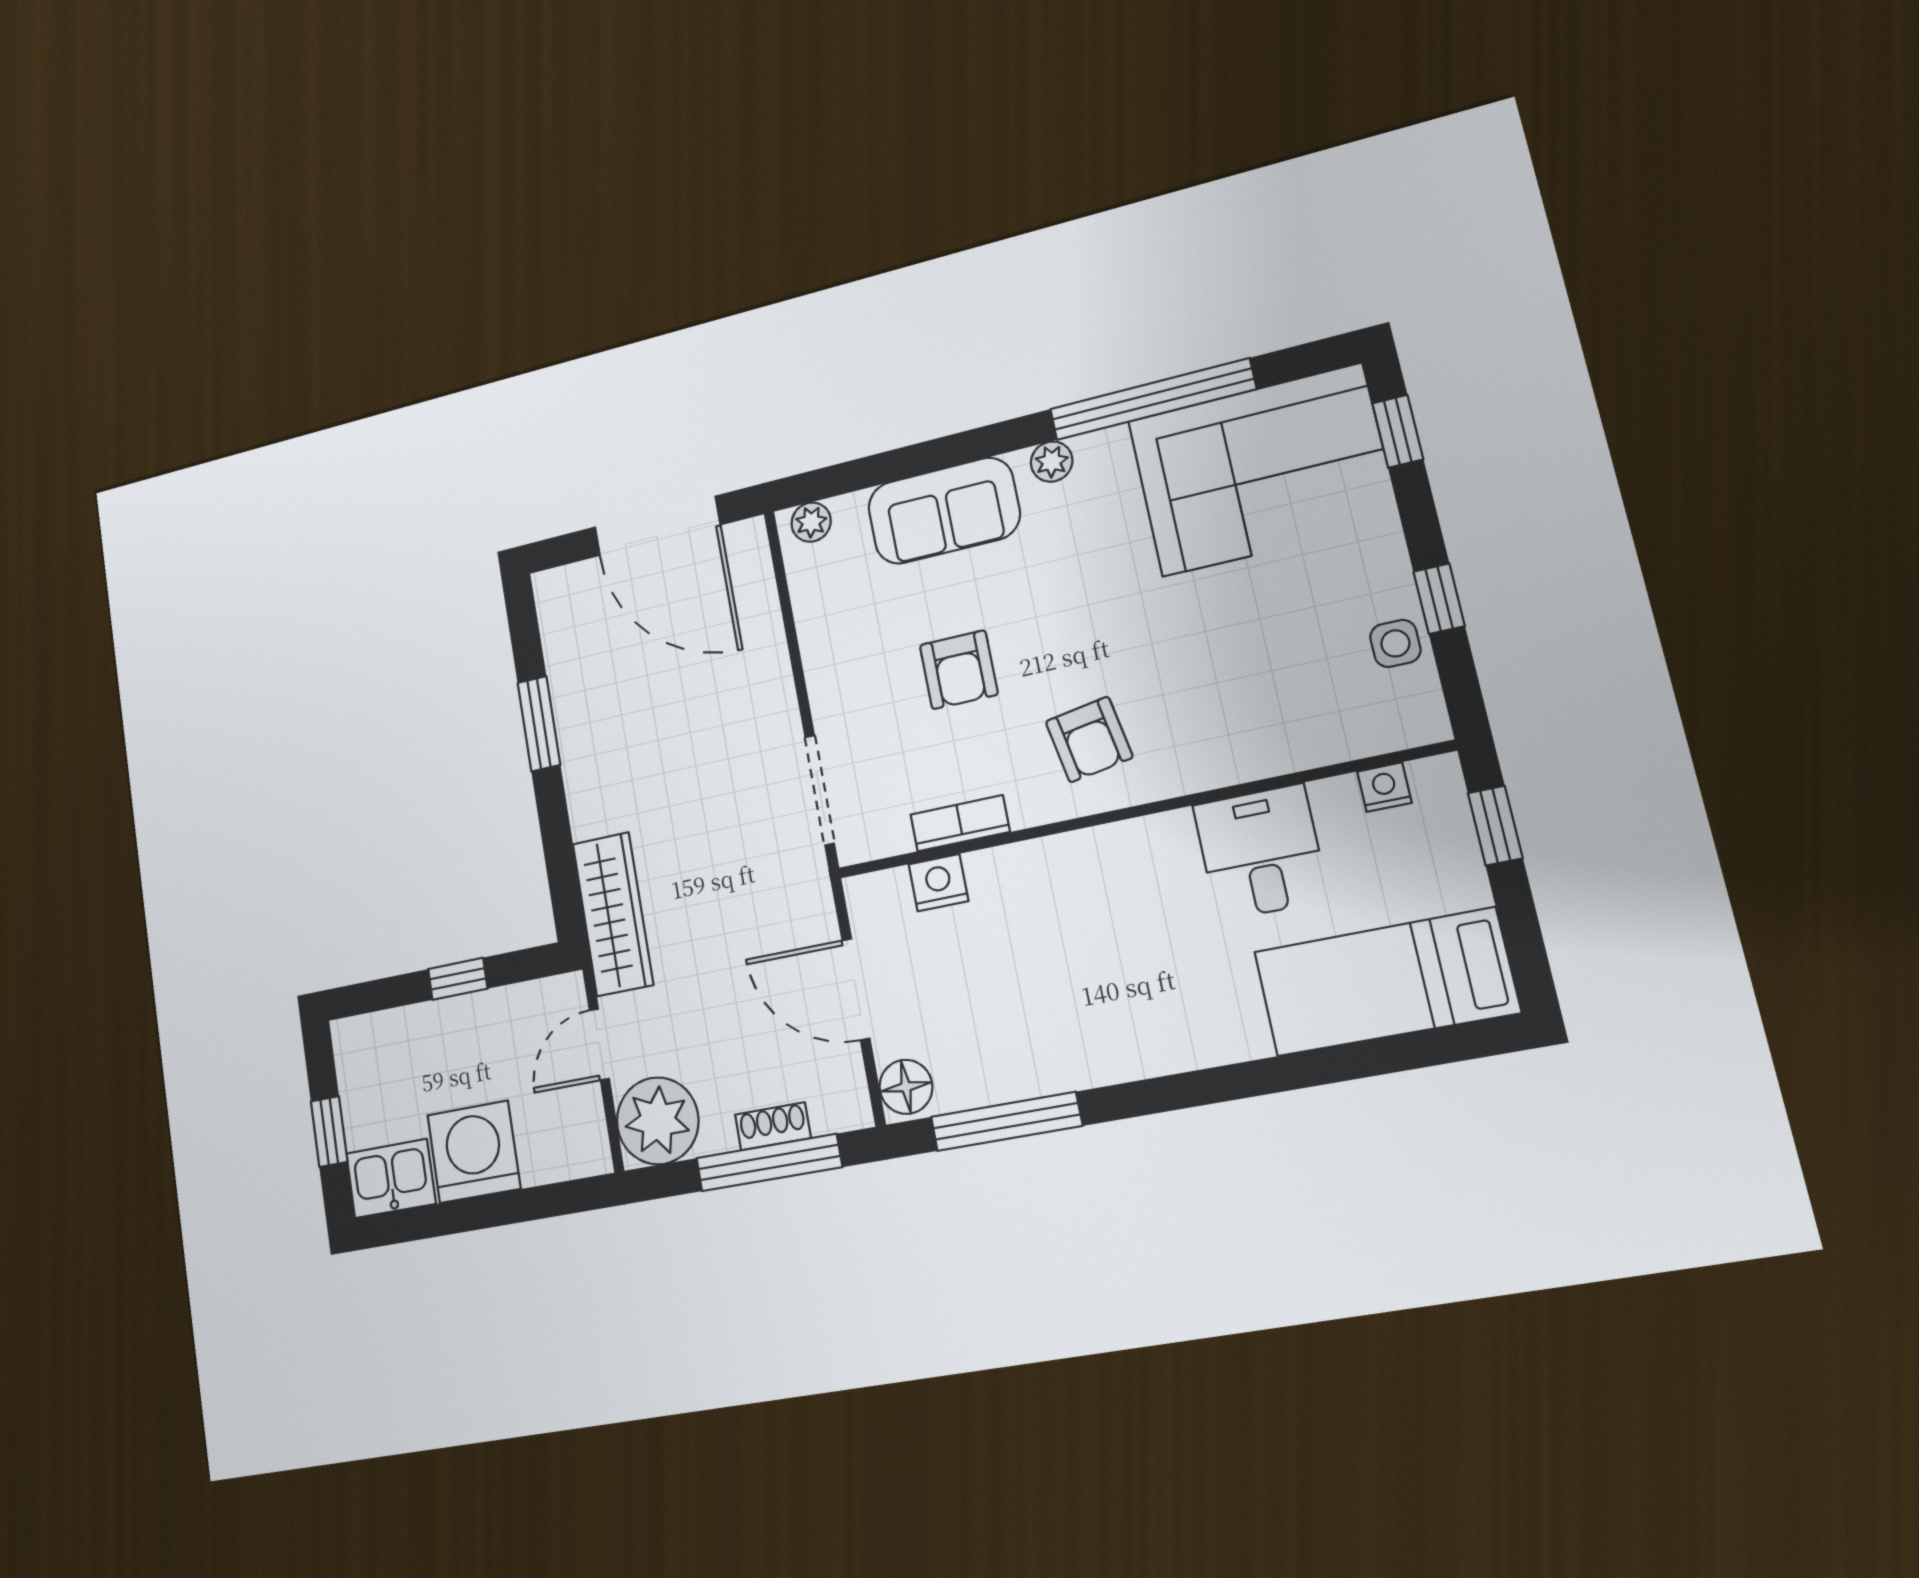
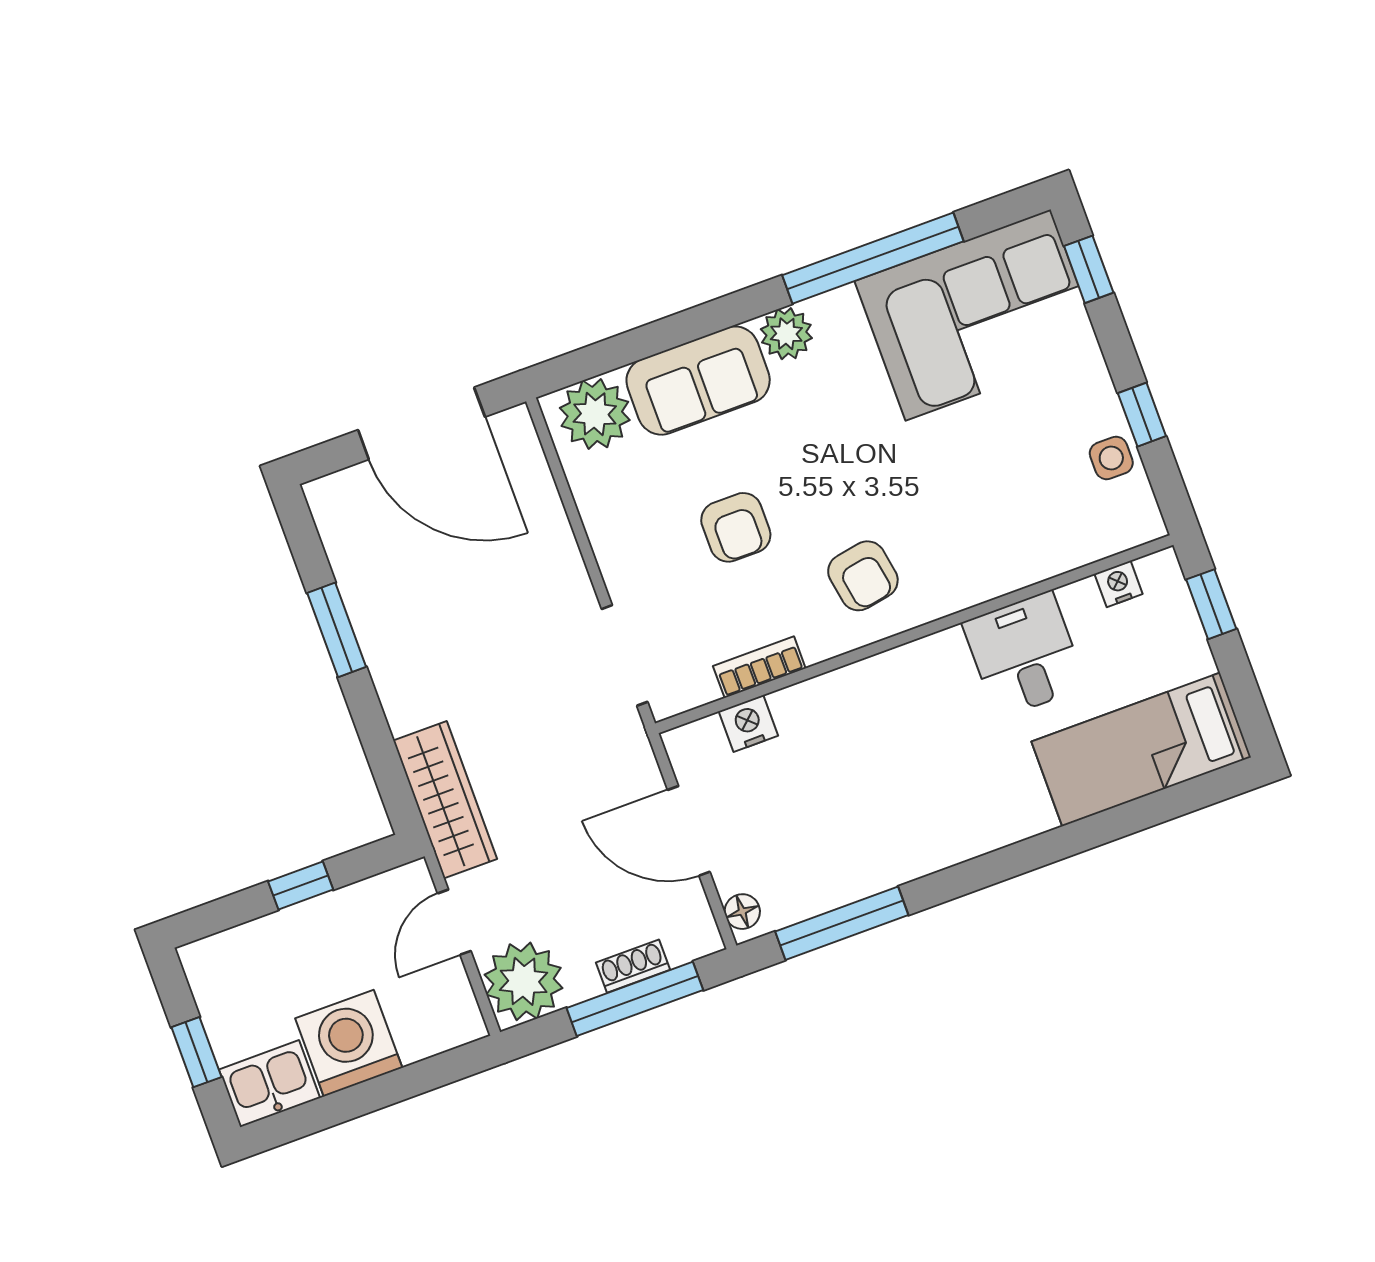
plant: (1052, 462) -> (786, 334), width x1.38, depth x1.38
plant: (811, 522) -> (595, 414), width x1.88, depth x1.88
floor lamp: (906, 1087) -> (742, 912), width x0.73, depth x0.73

